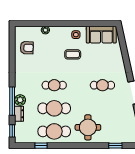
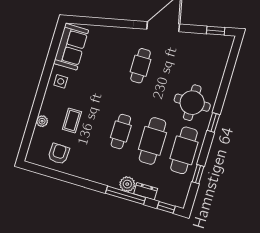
coffee table: (73, 54) -> (72, 121), moved
window: (115, 146) -> (213, 122), moved

